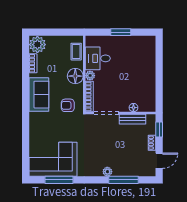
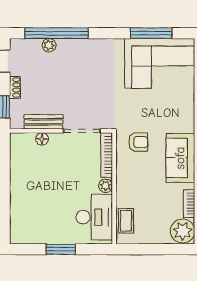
desk: (98, 58) -> (94, 217), width x1.37
floor lamp: (75, 76) -> (127, 185), removed
plant: (107, 172) -> (49, 45), moved
window: (124, 180) -> (57, 33), width x1.46

